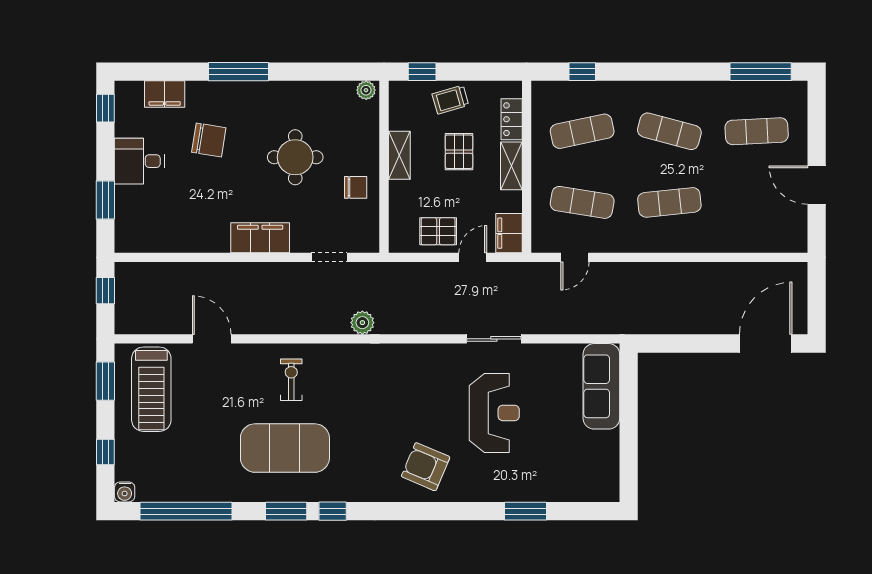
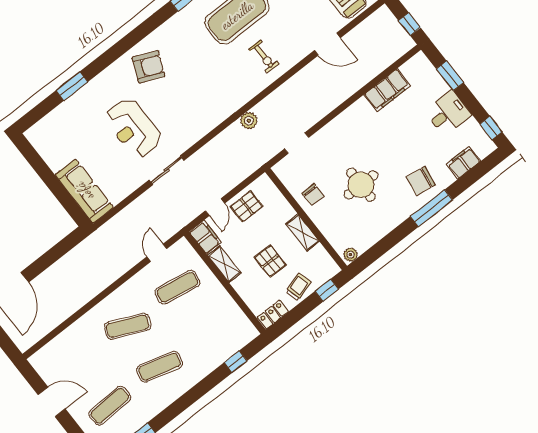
locker: (512, 119) -> (273, 315), moved, turned -90
exercise mat: (582, 131) -> (209, 328), removed
chair: (209, 140) -> (421, 181), moved
shelving: (511, 166) -> (224, 264), moved
chair: (356, 187) -> (313, 195), turned -90
exercise mat: (669, 202) -> (128, 326), turned 30
filing cabinet: (260, 238) -> (387, 90), moved

